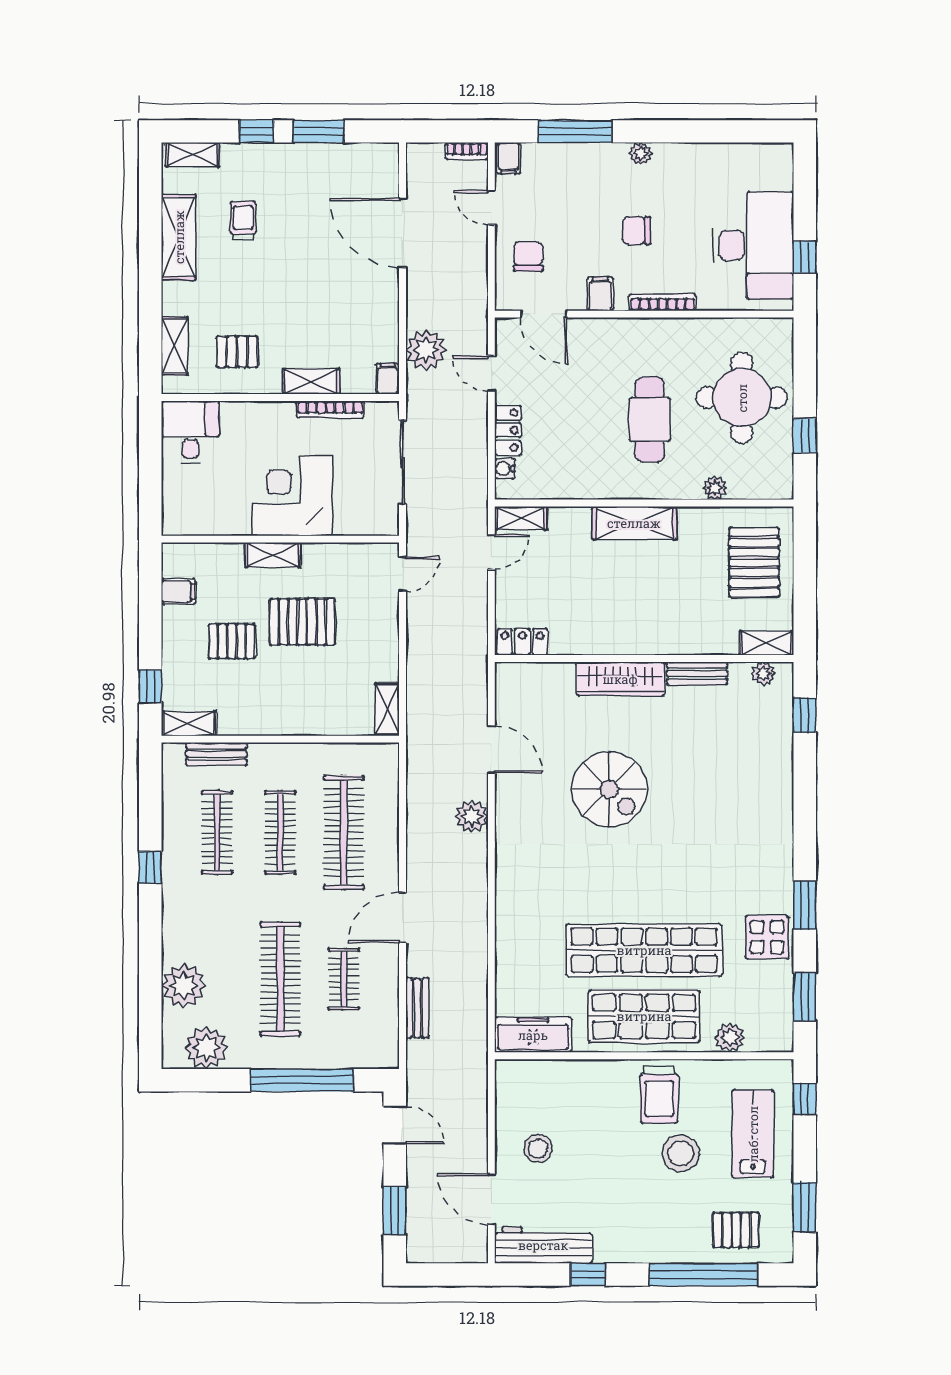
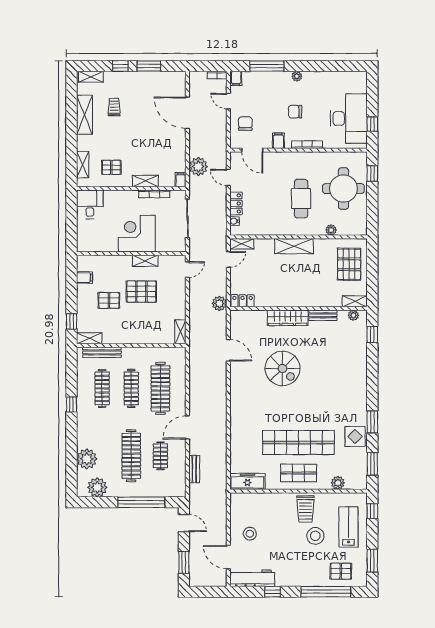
window: (805, 436) -> (372, 174), moved
shelving: (273, 555) -> (145, 261), moved
bench: (216, 754) -> (102, 352), width x1.36
plant: (472, 816) -> (219, 303), moved
shop shelf: (644, 1016) -> (299, 473), width x0.70, depth x0.74

